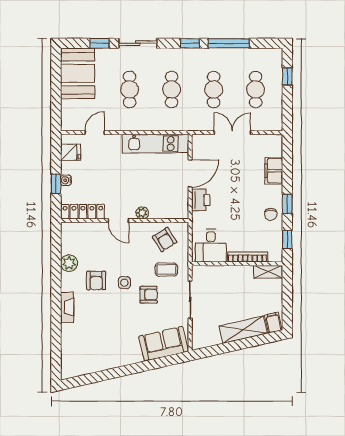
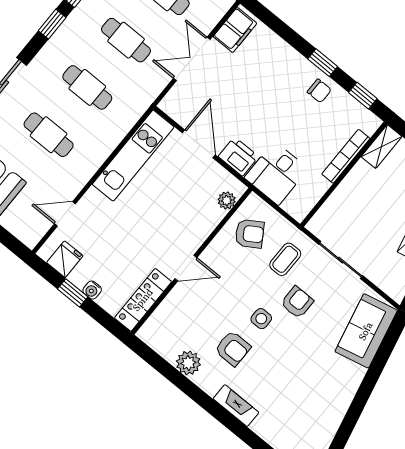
door: (95, 133) -> (65, 214), hinge flipped
filing cabinet: (274, 171) -> (235, 30), moved, turned -90
window: (56, 184) -> (73, 293), moved
plant: (142, 213) -> (227, 200), moved
desk: (211, 246) -> (276, 173), moved, turned 90

